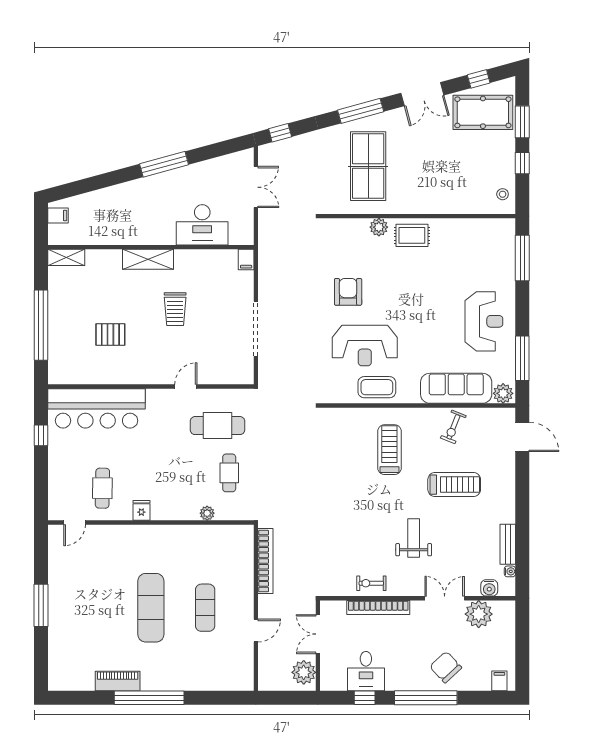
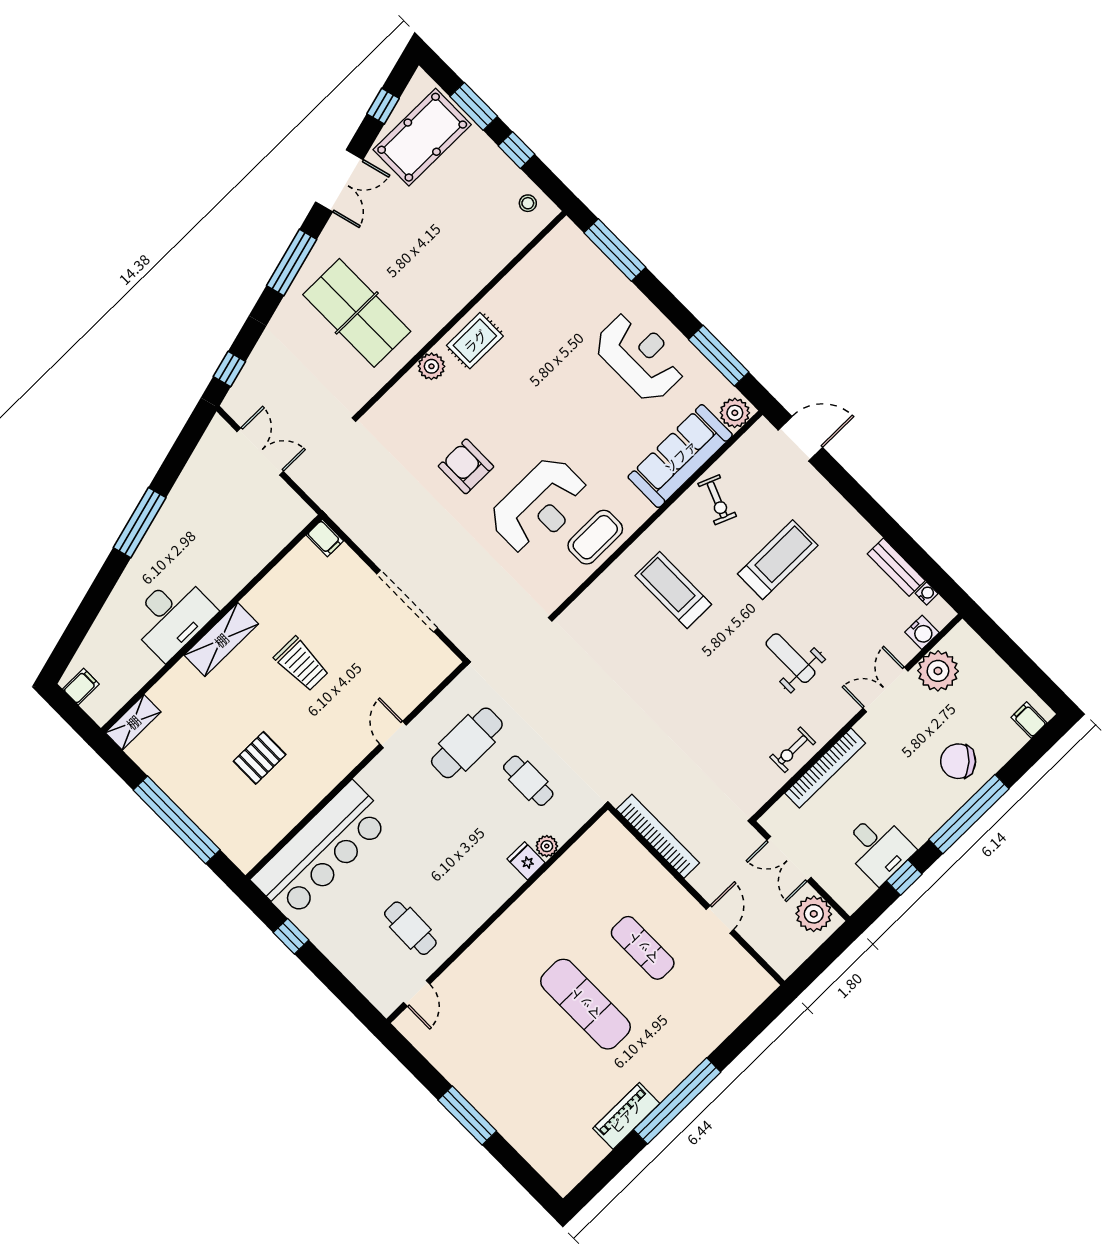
desk: (202, 225) -> (172, 616), moved
fridge: (141, 510) -> (526, 861), moved

